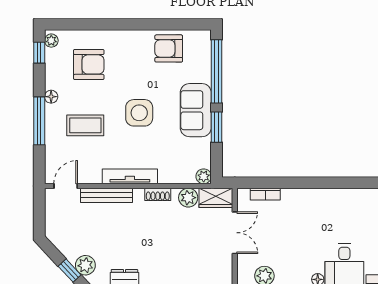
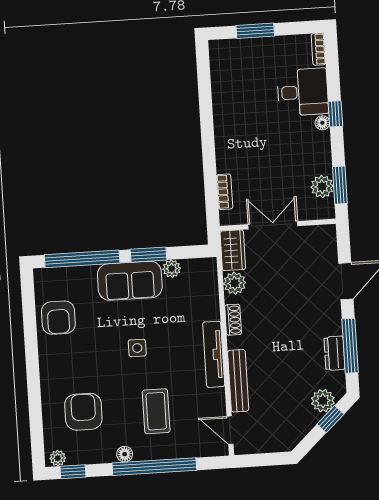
side table: (139, 113) -> (137, 348), width x0.54, depth x0.54
window: (39, 121) -> (154, 467), width x1.46
plant: (204, 176) -> (172, 269), moved

